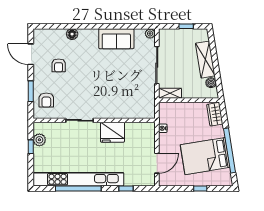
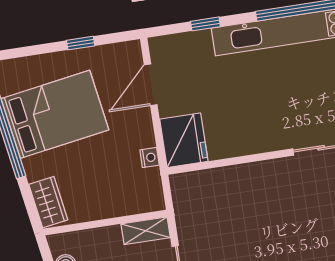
fridge: (112, 132) -> (184, 140), moved, turned 90
window: (200, 188) -> (81, 43), moved

